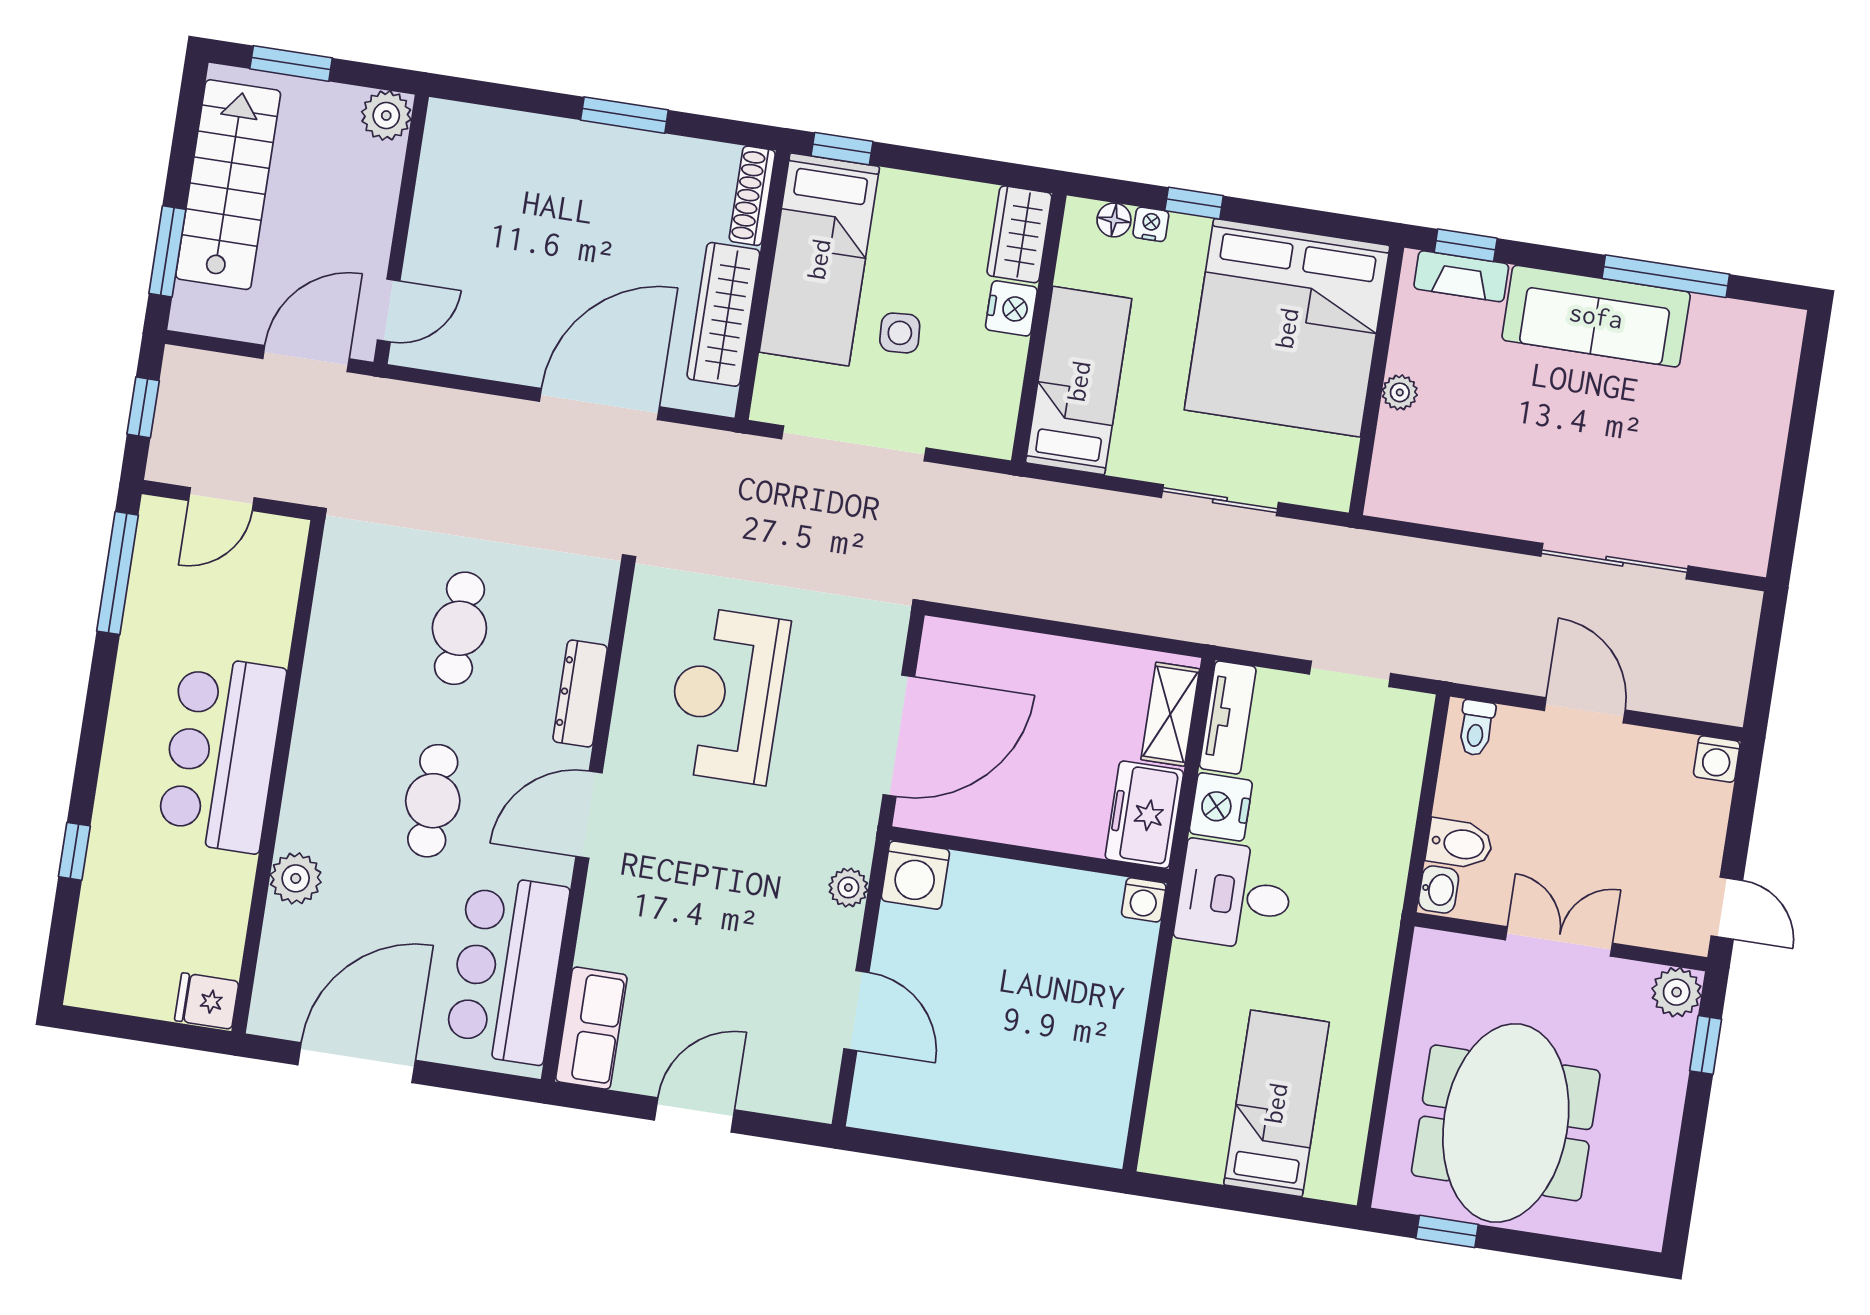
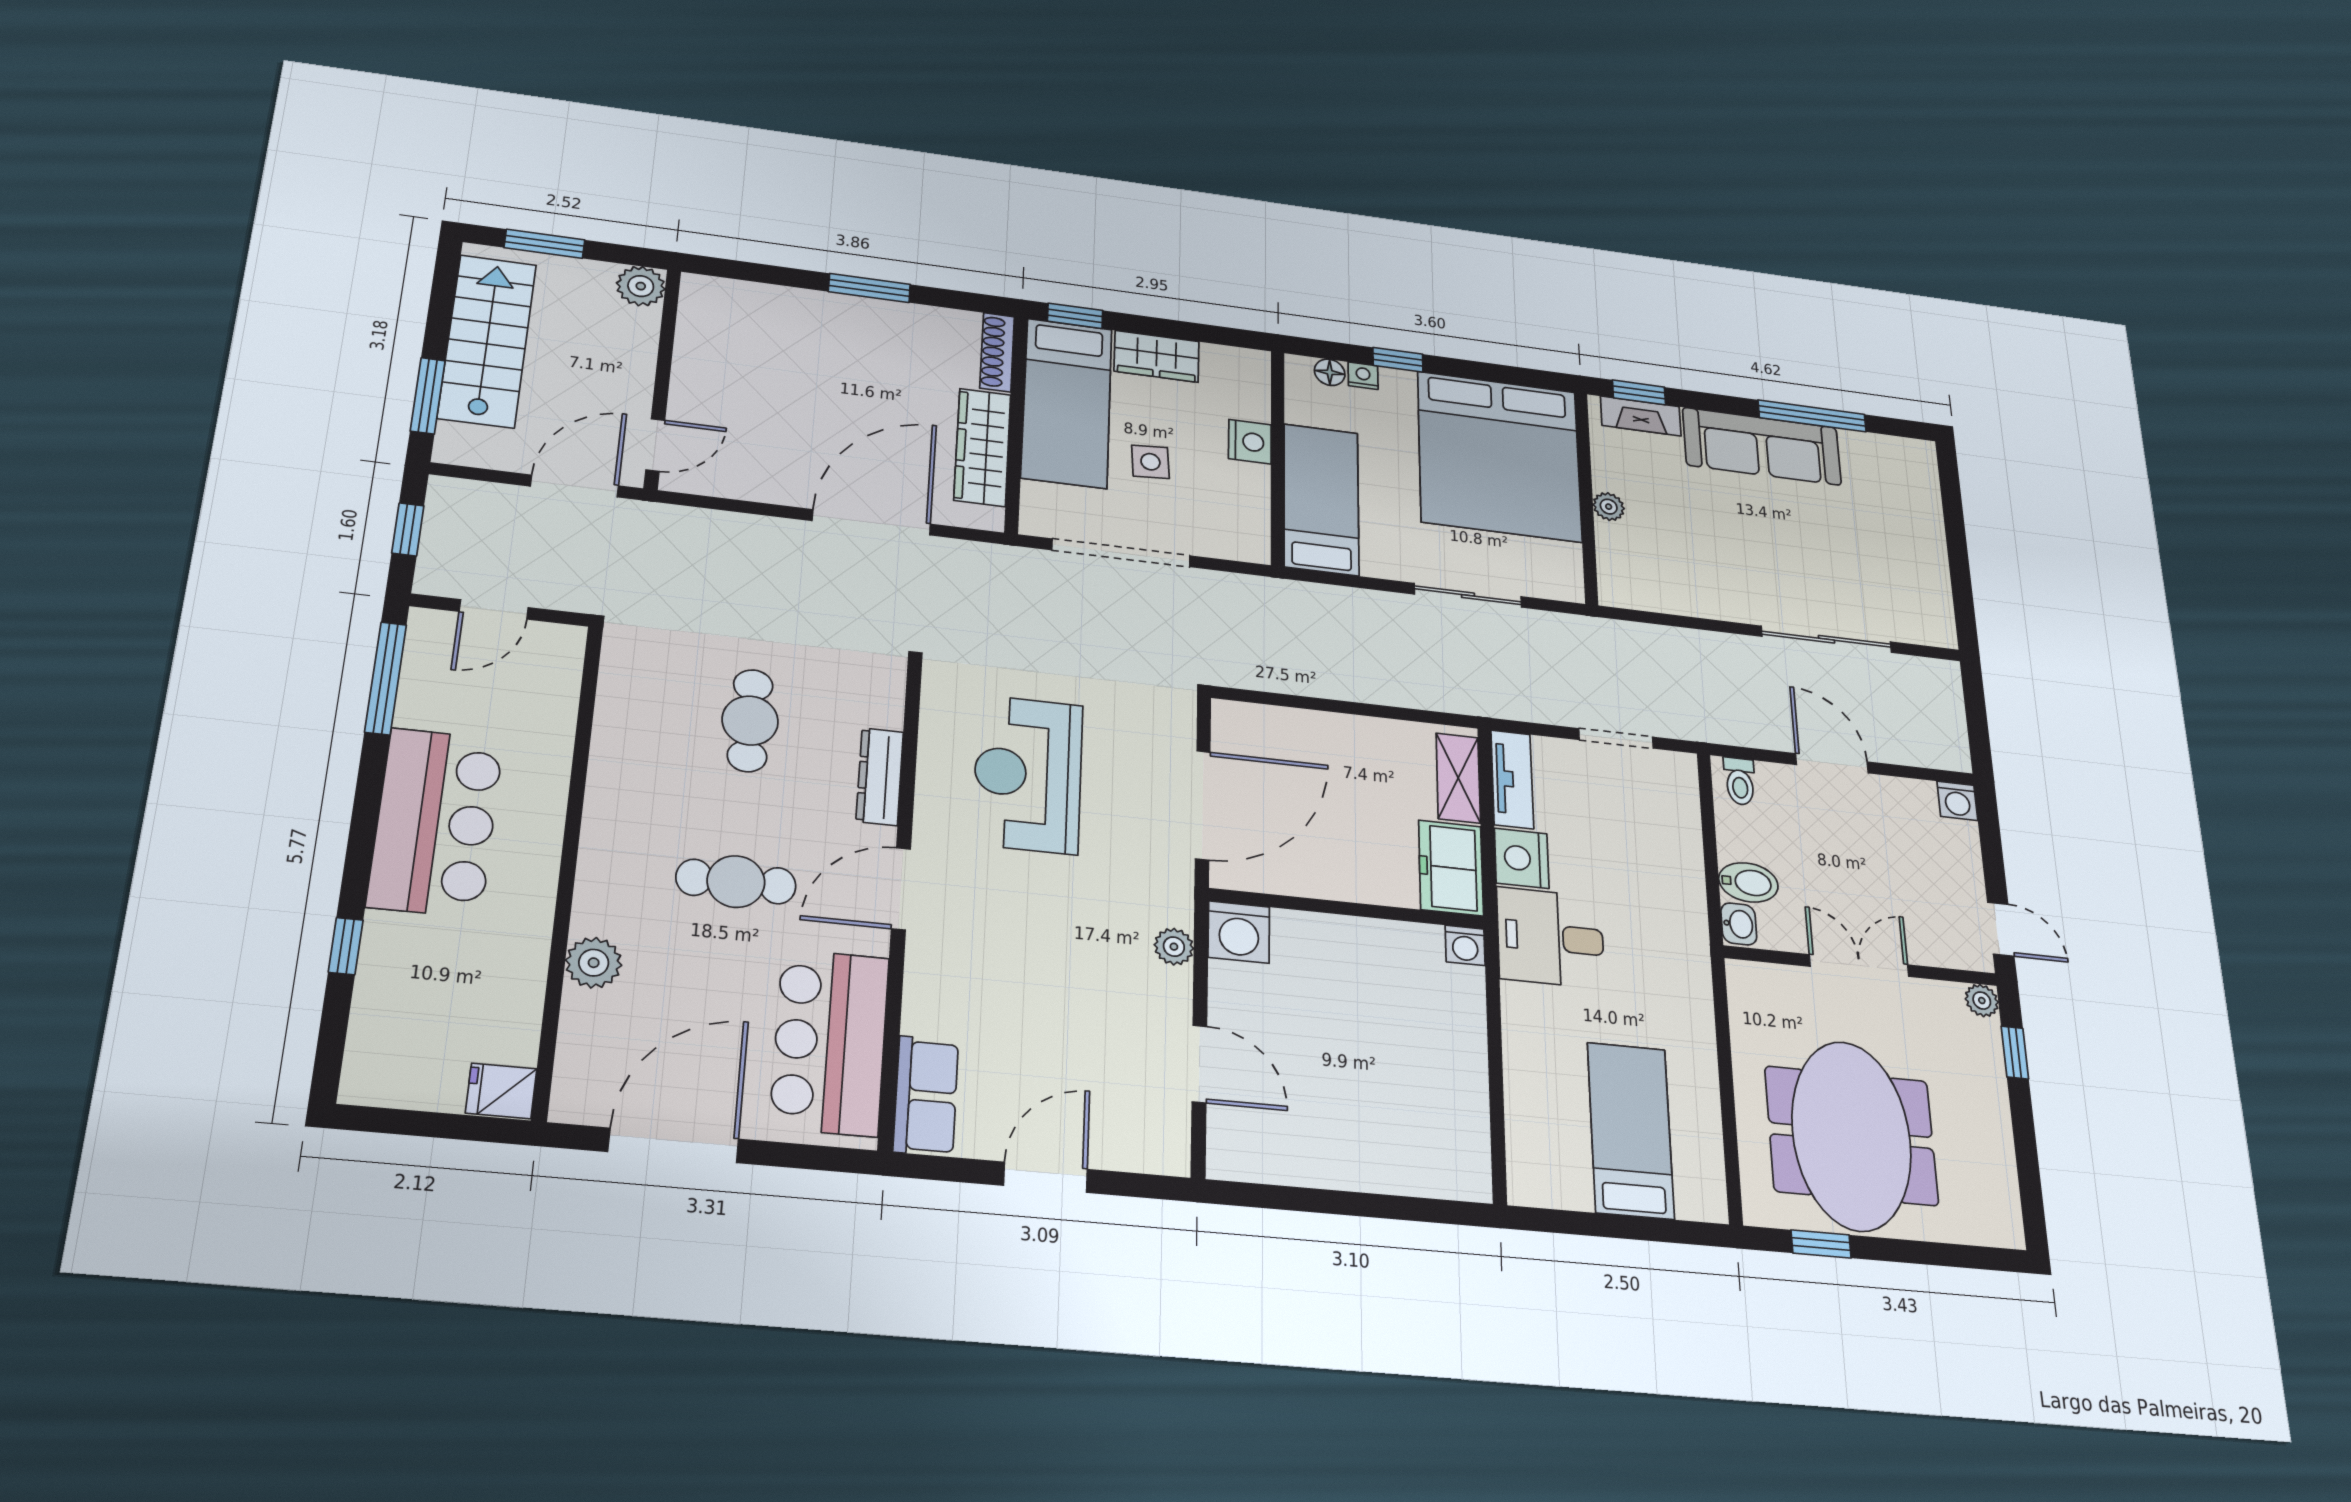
wardrobe: (1019, 234) -> (1157, 356), moved, turned -90
bar counter: (221, 754) -> (436, 822), moved, turned 180
cafe table: (433, 801) -> (736, 882), turned 90
plant: (1677, 992) -> (1982, 1001), width x0.73, depth x0.73

